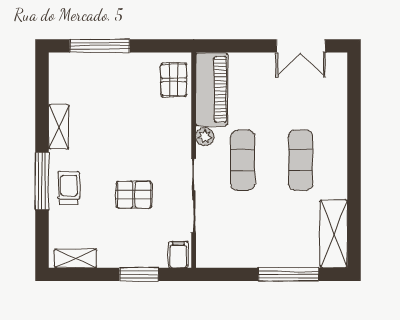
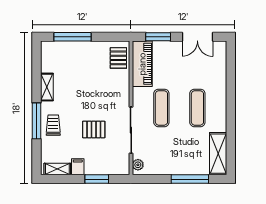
window: (237, 46) -> (158, 37), added
plant: (205, 137) -> (138, 165), moved
filing cabinet: (178, 255) -> (78, 167), moved

